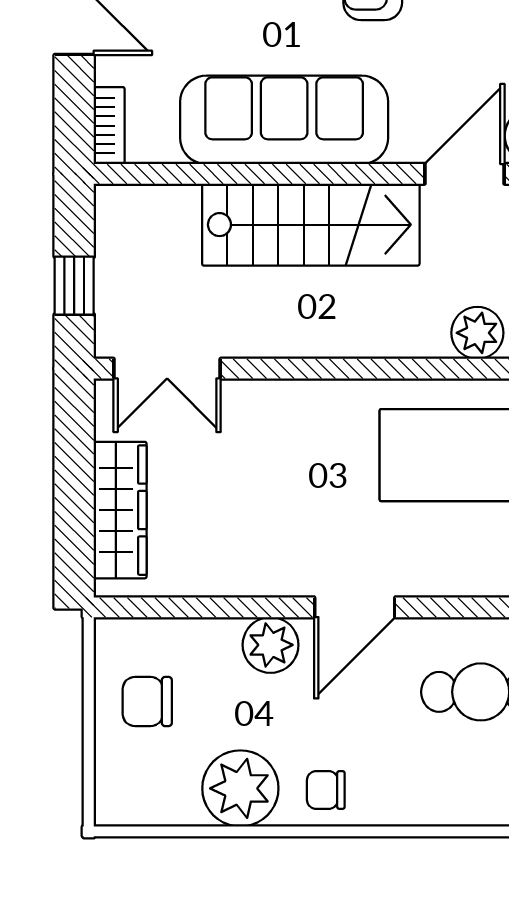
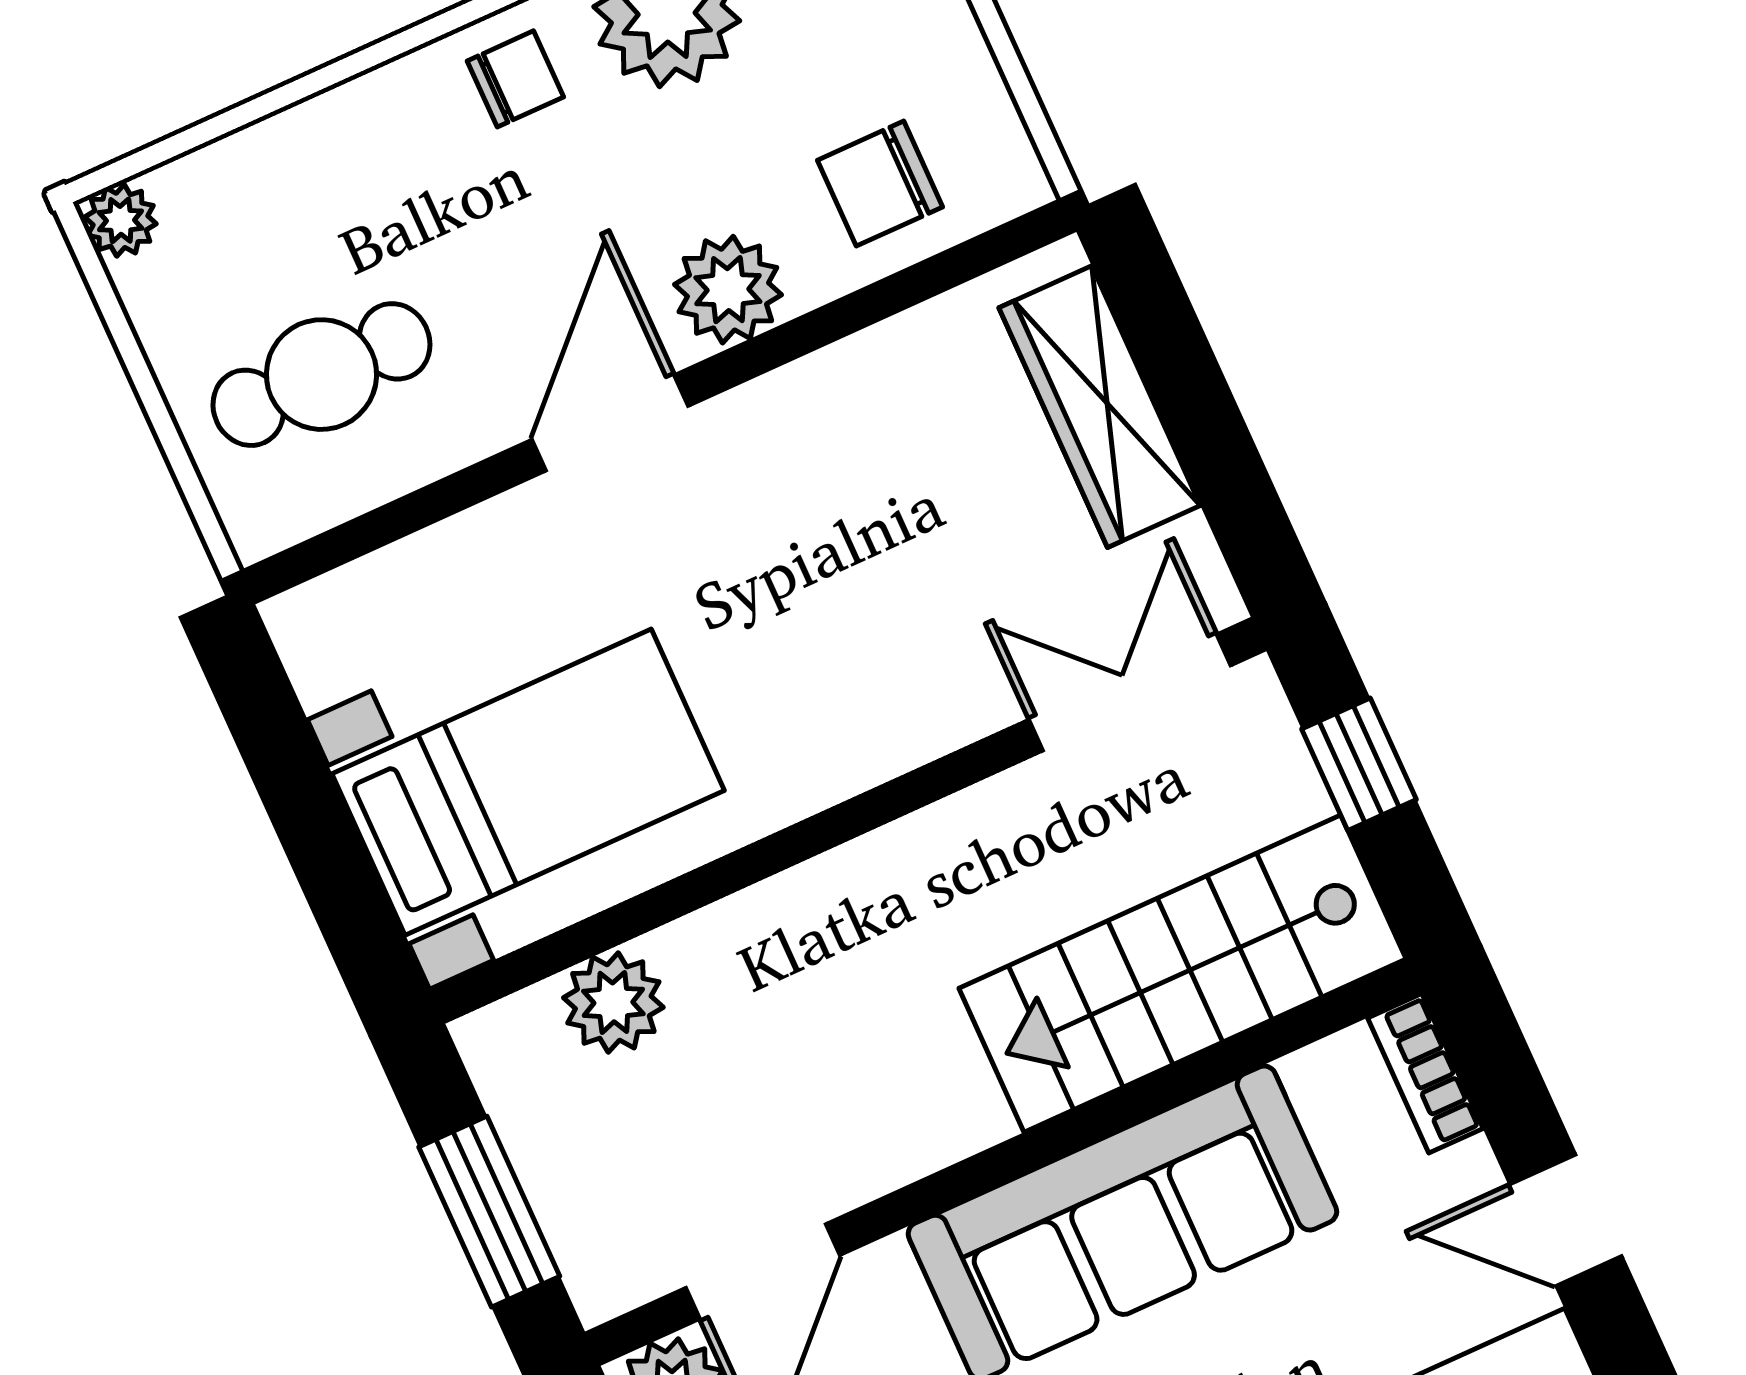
stairs: (311, 225) -> (1182, 974), moved
chair: (147, 701) -> (880, 184), moved, turned 180

